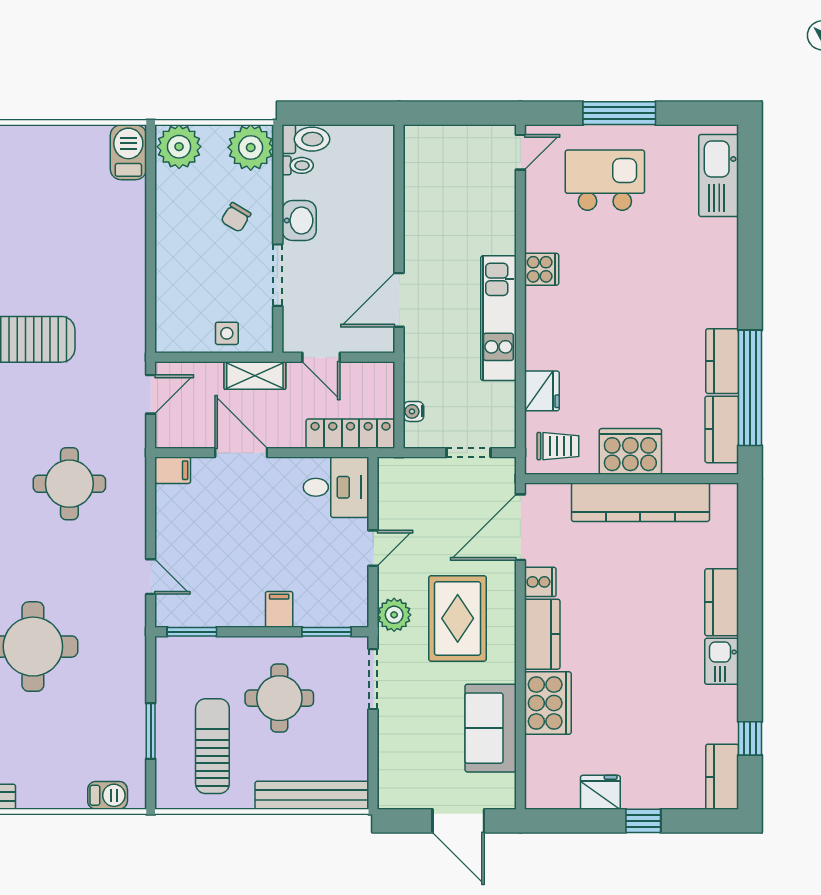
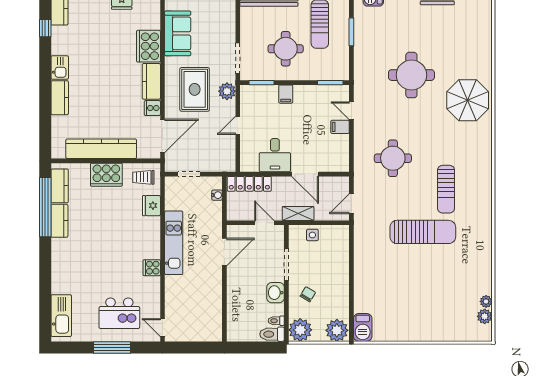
door: (520, 152) -> (162, 328), hinge flipped
filing cabinet: (173, 470) -> (340, 127), moved
desk: (336, 487) -> (275, 155), moved, turned -90

